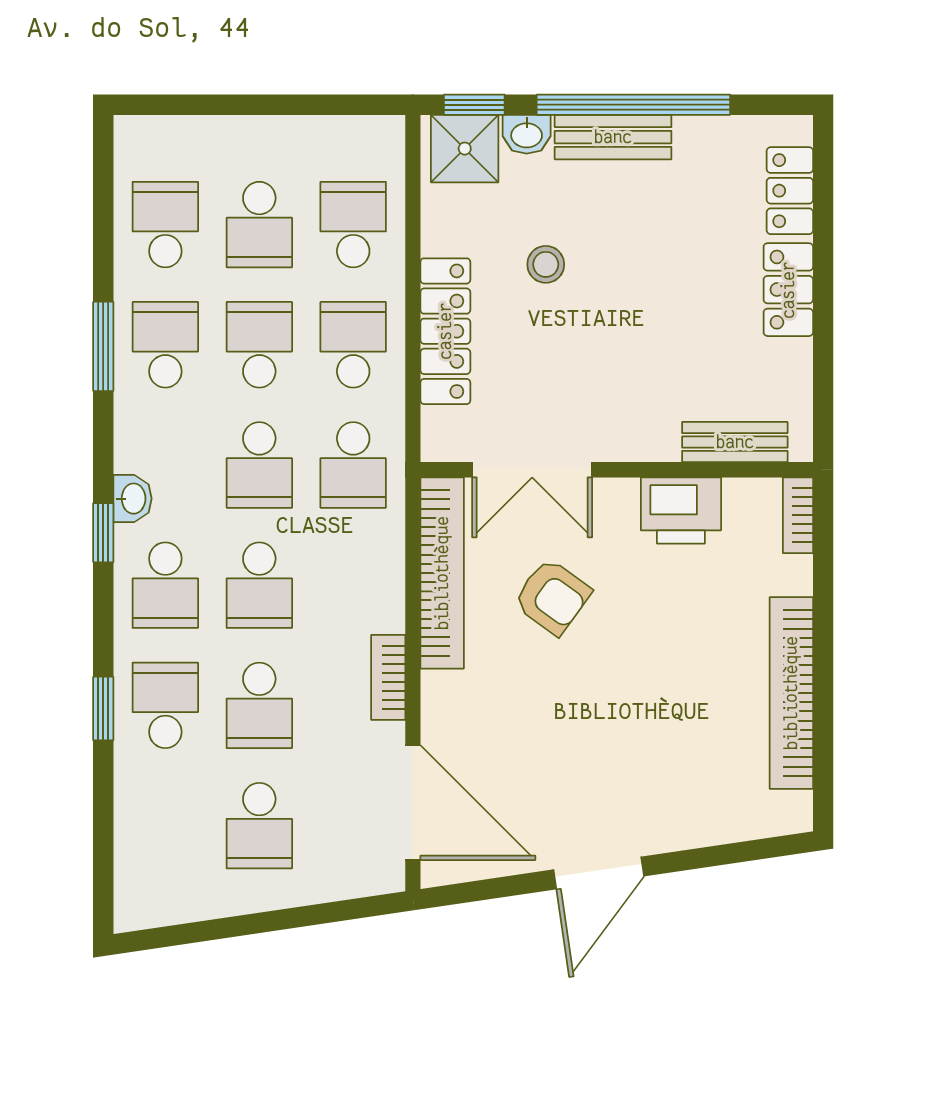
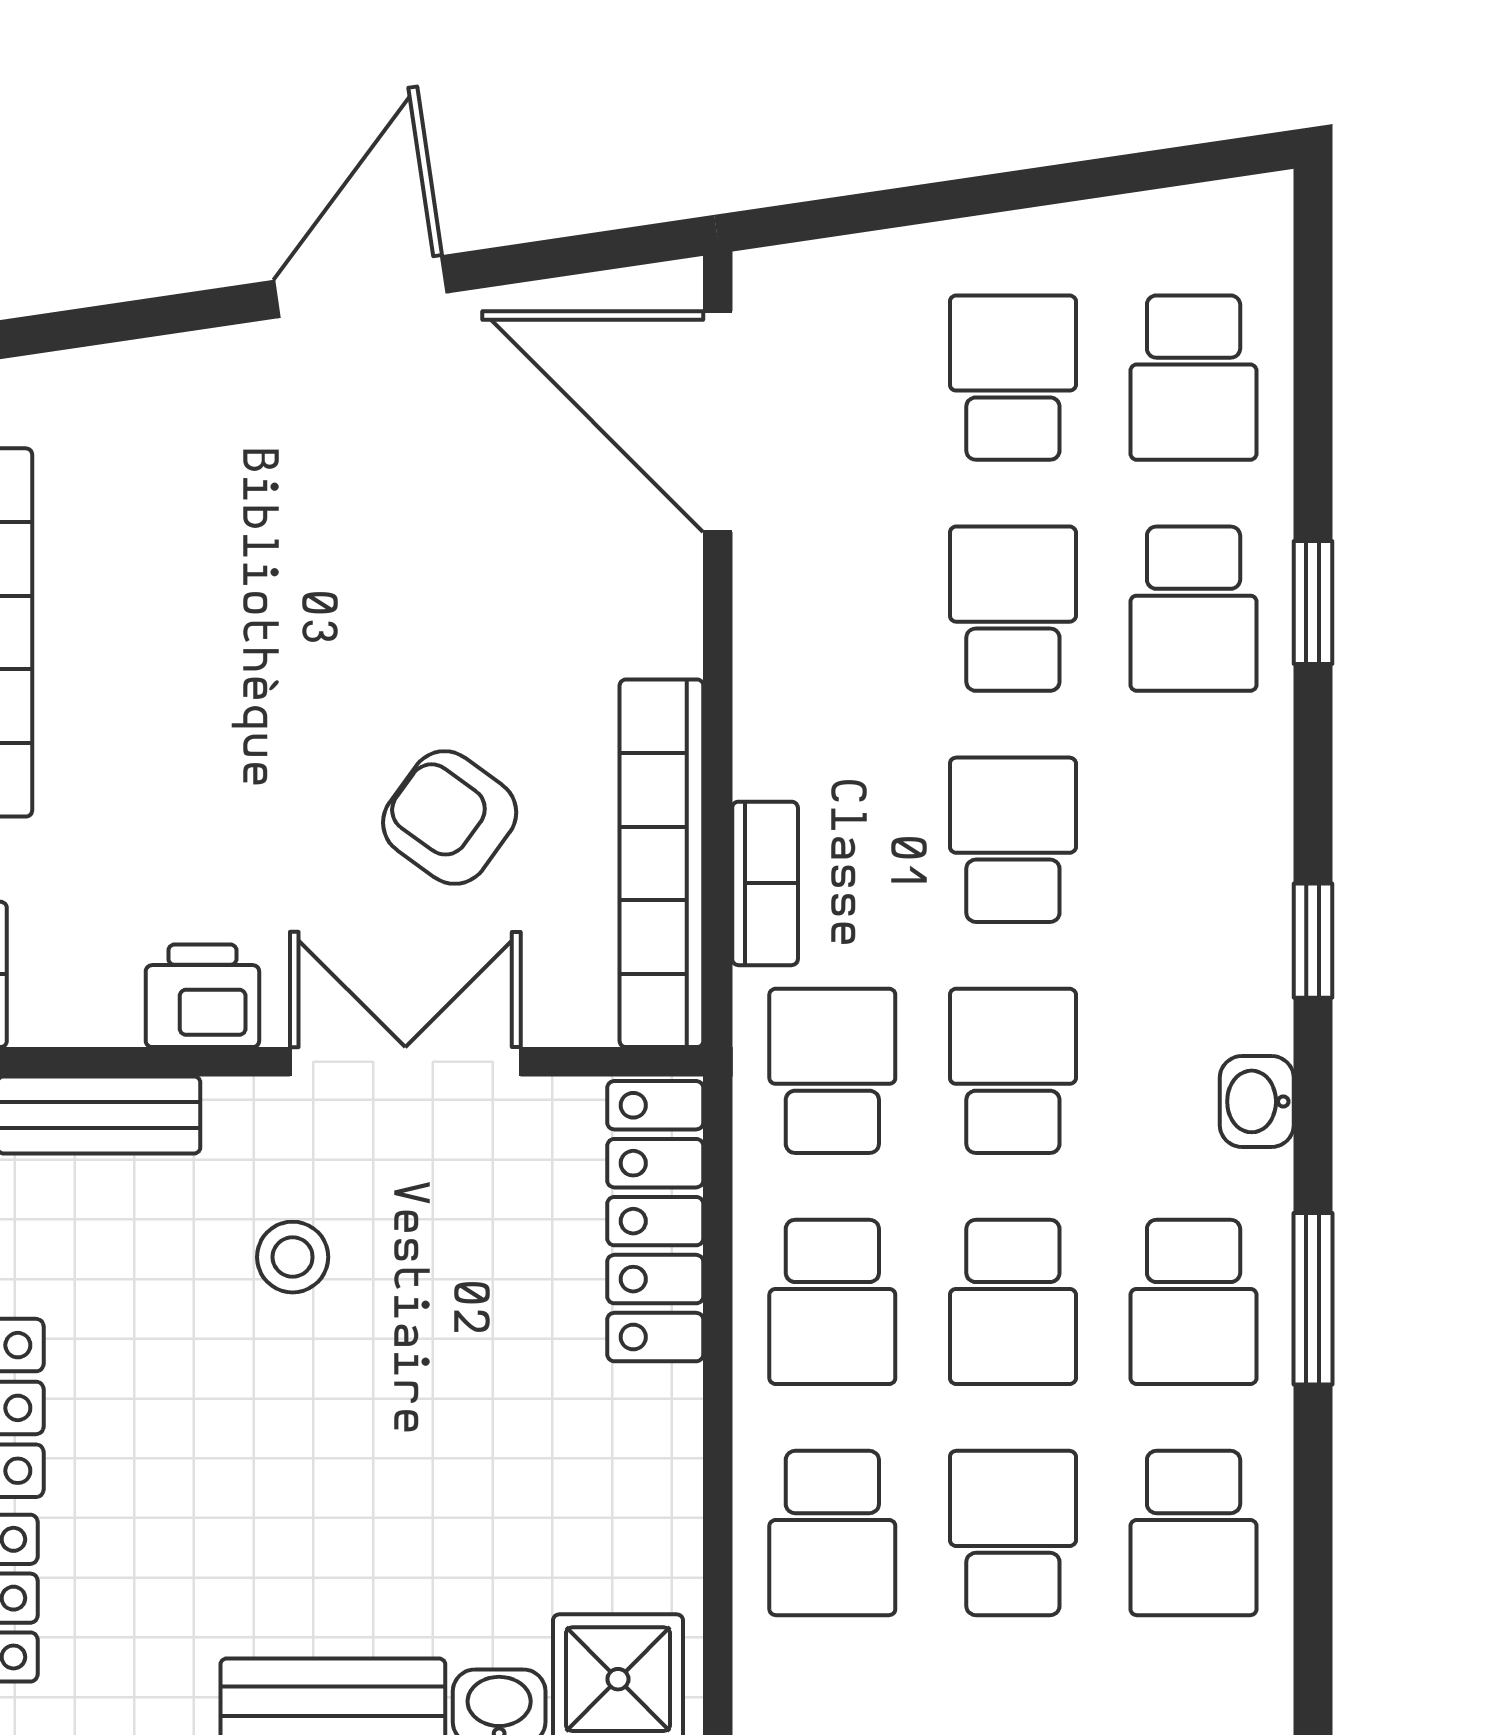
stool: (546, 264) -> (293, 1257), moved
locker: (445, 331) -> (655, 1221), moved
double door: (532, 470) -> (405, 1062), moved
washbasin: (132, 499) -> (1257, 1101), moved
printer: (681, 510) -> (202, 996), width x0.73, depth x0.81
school desk: (165, 585) -> (1194, 378), moved, turned 180
bookcase: (388, 677) -> (765, 883), moved

